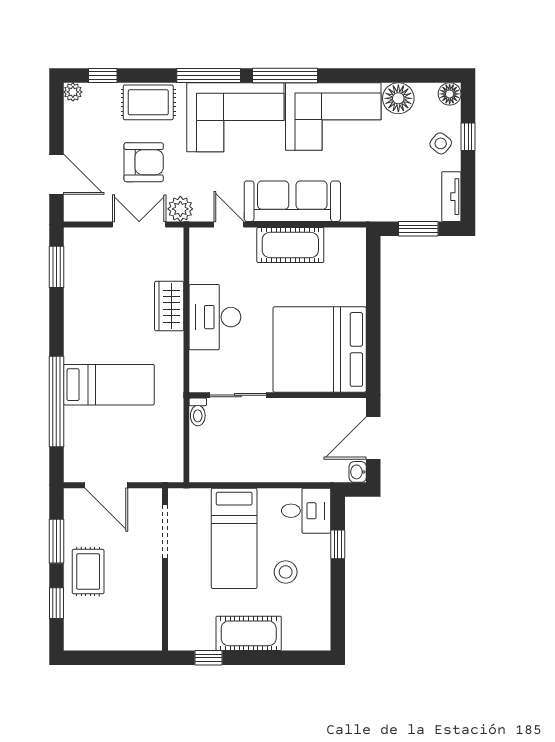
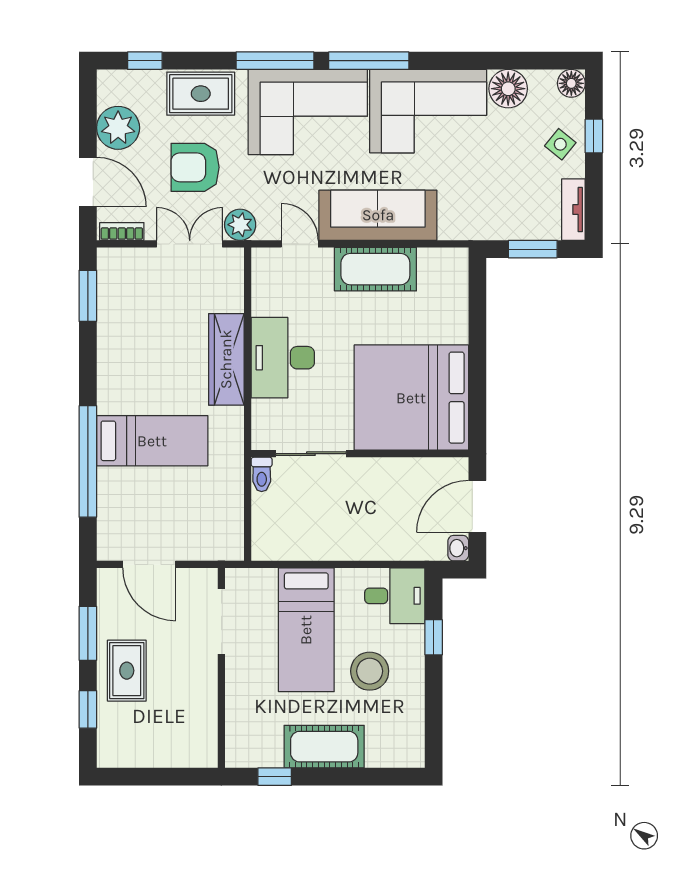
plant: (73, 92) -> (118, 128), moved, width x1.87, depth x1.87
armchair: (144, 162) -> (195, 167), turned 180
bookcase: (84, 214) -> (122, 231), added
wardrobe: (169, 306) -> (226, 359), width x1.50
stool: (286, 572) -> (370, 671), width x1.38, depth x1.38

